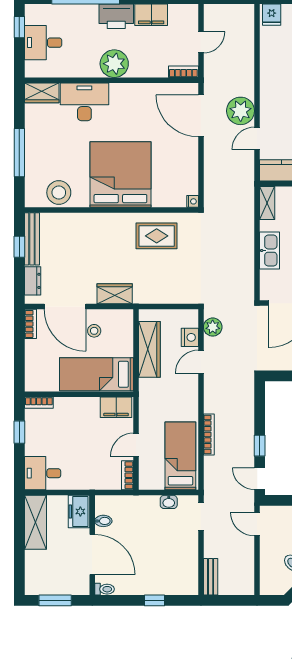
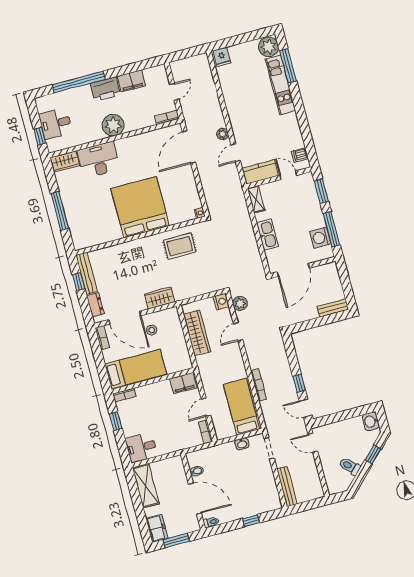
window: (19, 27) -> (40, 136), moved
plant: (241, 111) -> (223, 134), width x0.53, depth x0.53
door: (201, 116) -> (189, 147), hinge flipped
stool: (59, 193) -> (97, 233), removed
nightstand: (190, 337) -> (221, 302), moved
bed: (97, 374) -> (136, 369), moved, turned 180
freezer: (79, 511) -> (157, 528), moved, turned 180
bench: (211, 577) -> (287, 487), width x1.36

